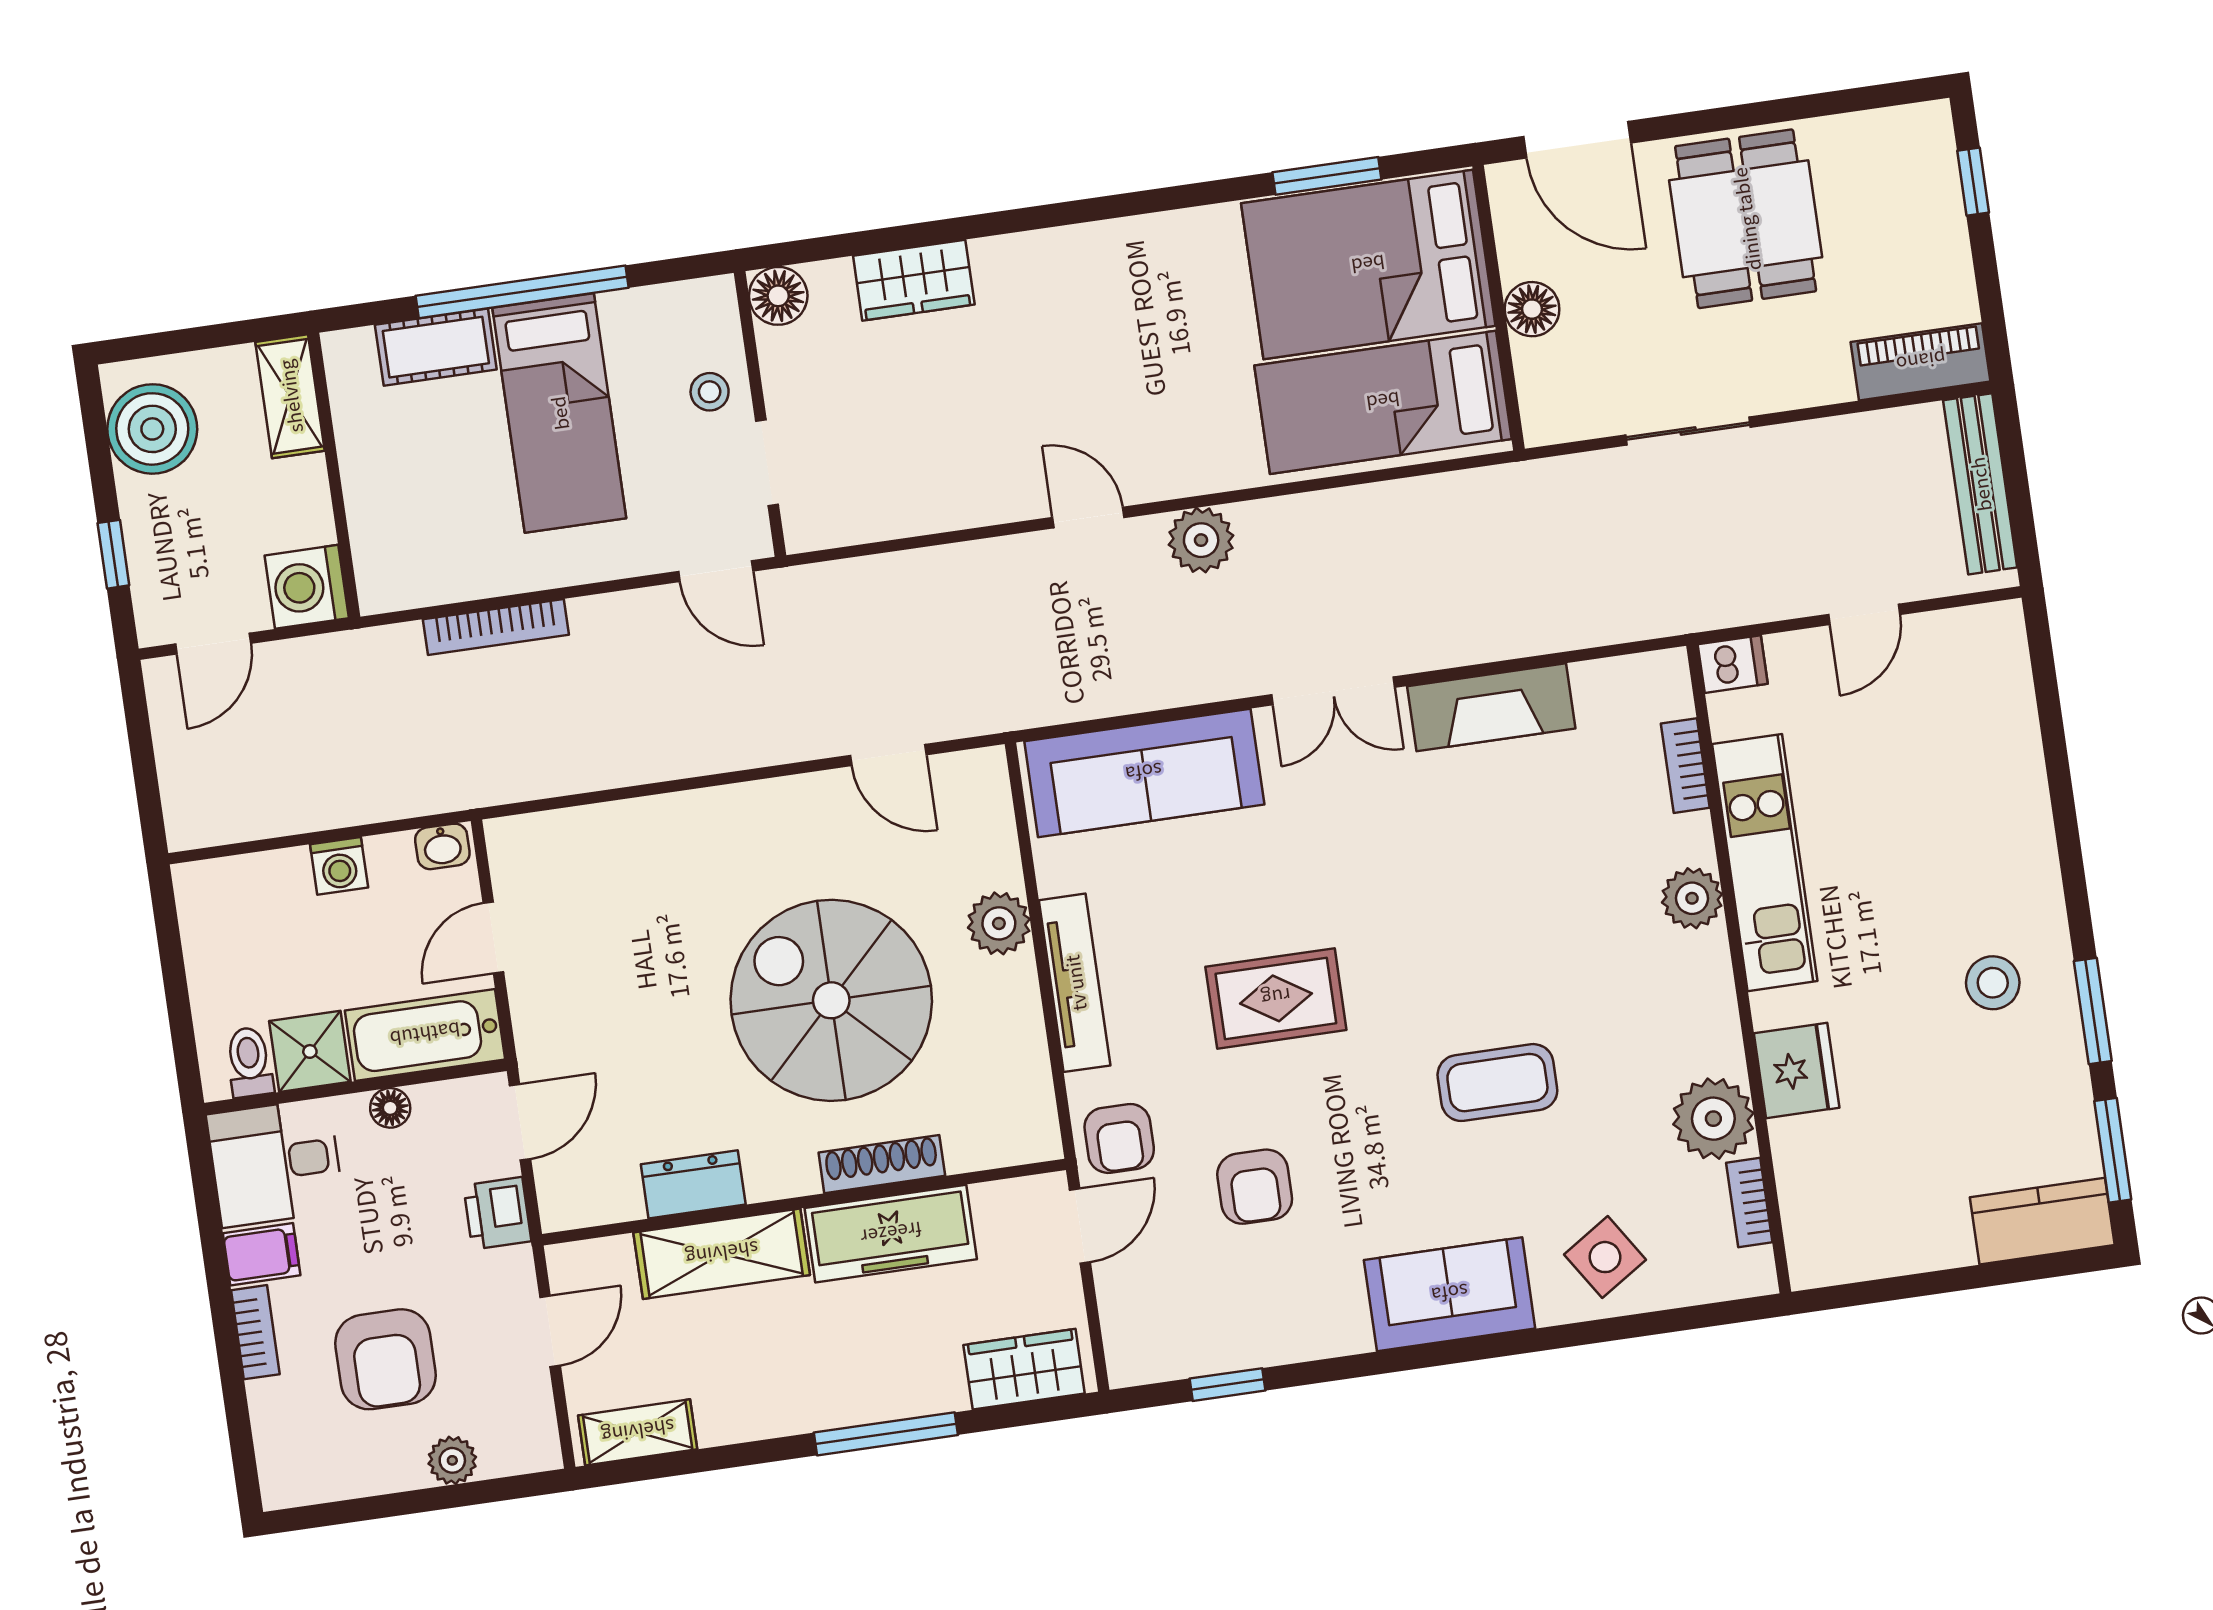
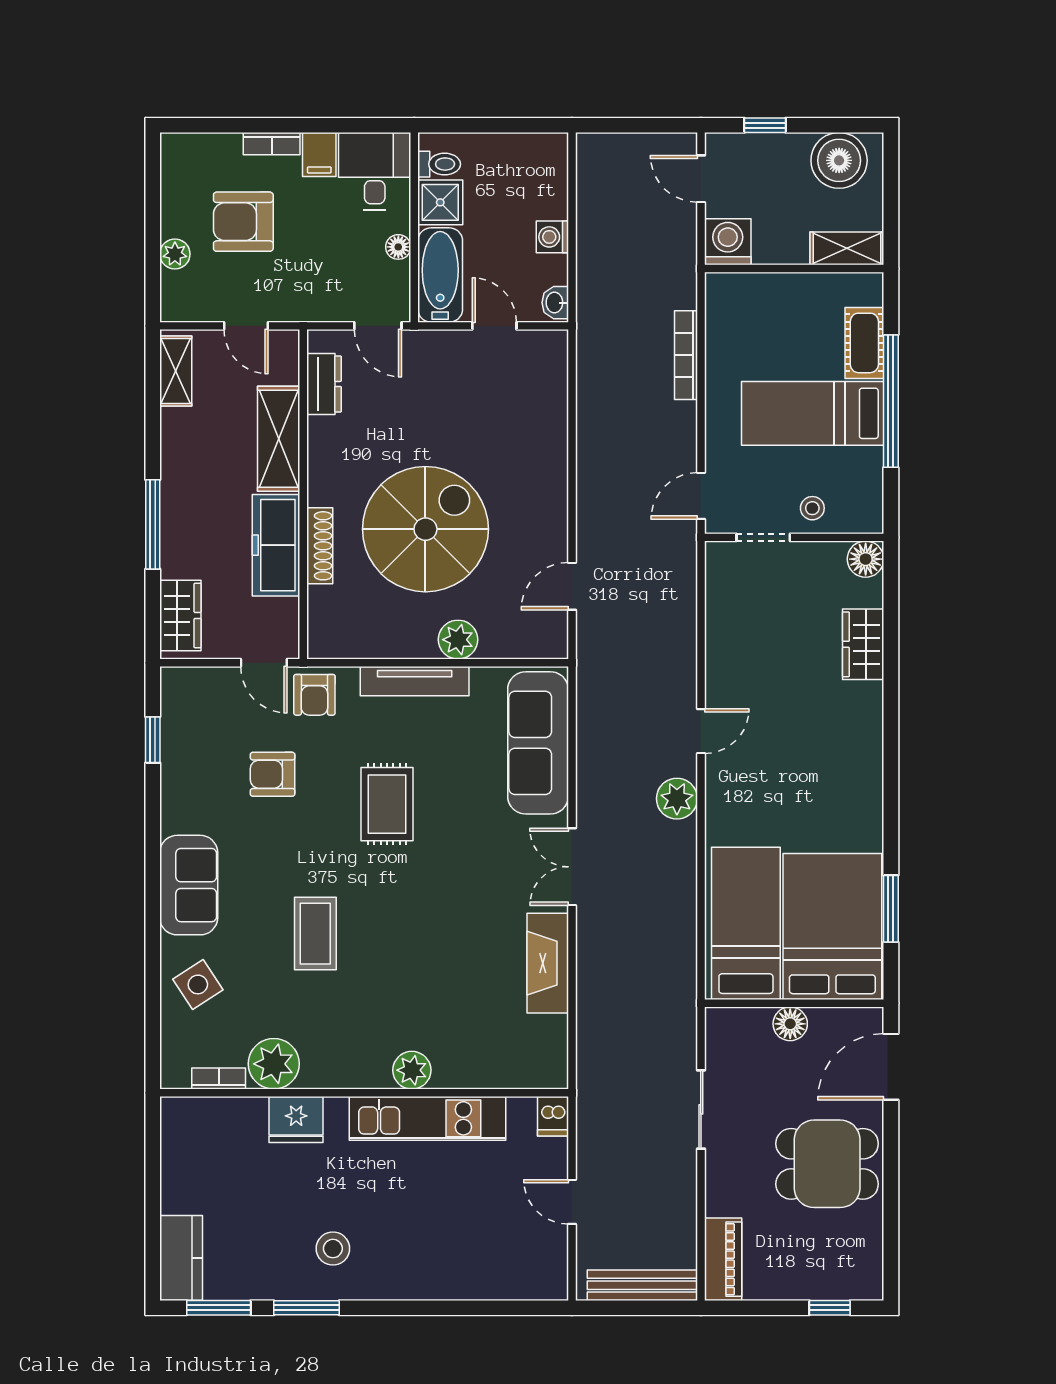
bookcase: (1685, 766) -> (494, 1078), removed
armchair: (1119, 1138) -> (314, 695), turned -90
dresser: (693, 1184) -> (324, 384), moved
printer: (497, 1213) -> (324, 304), removed

